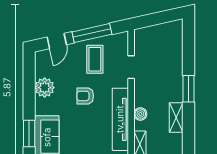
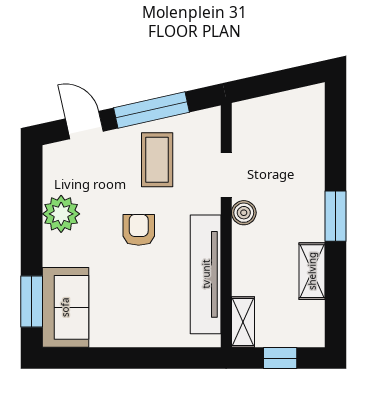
door: (57, 41) -> (84, 125), swing flipped
armchair: (85, 96) -> (139, 230), turned 90
boiler: (140, 114) -> (244, 213), moved

